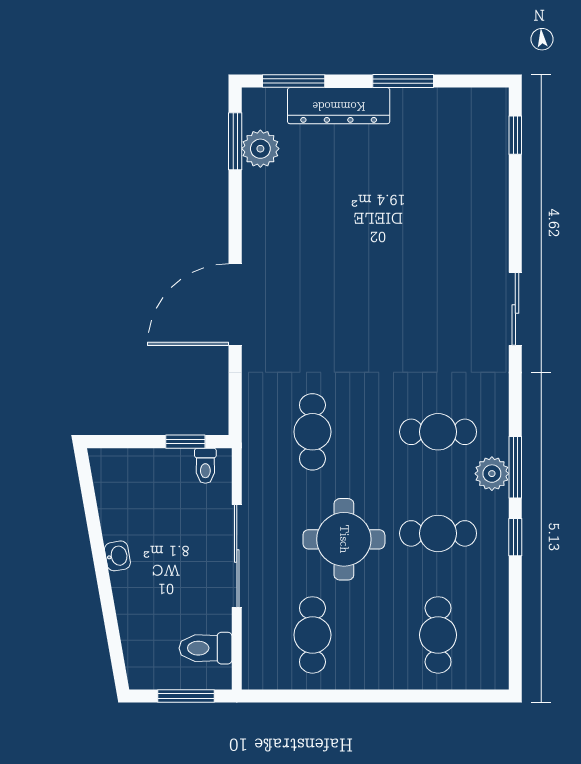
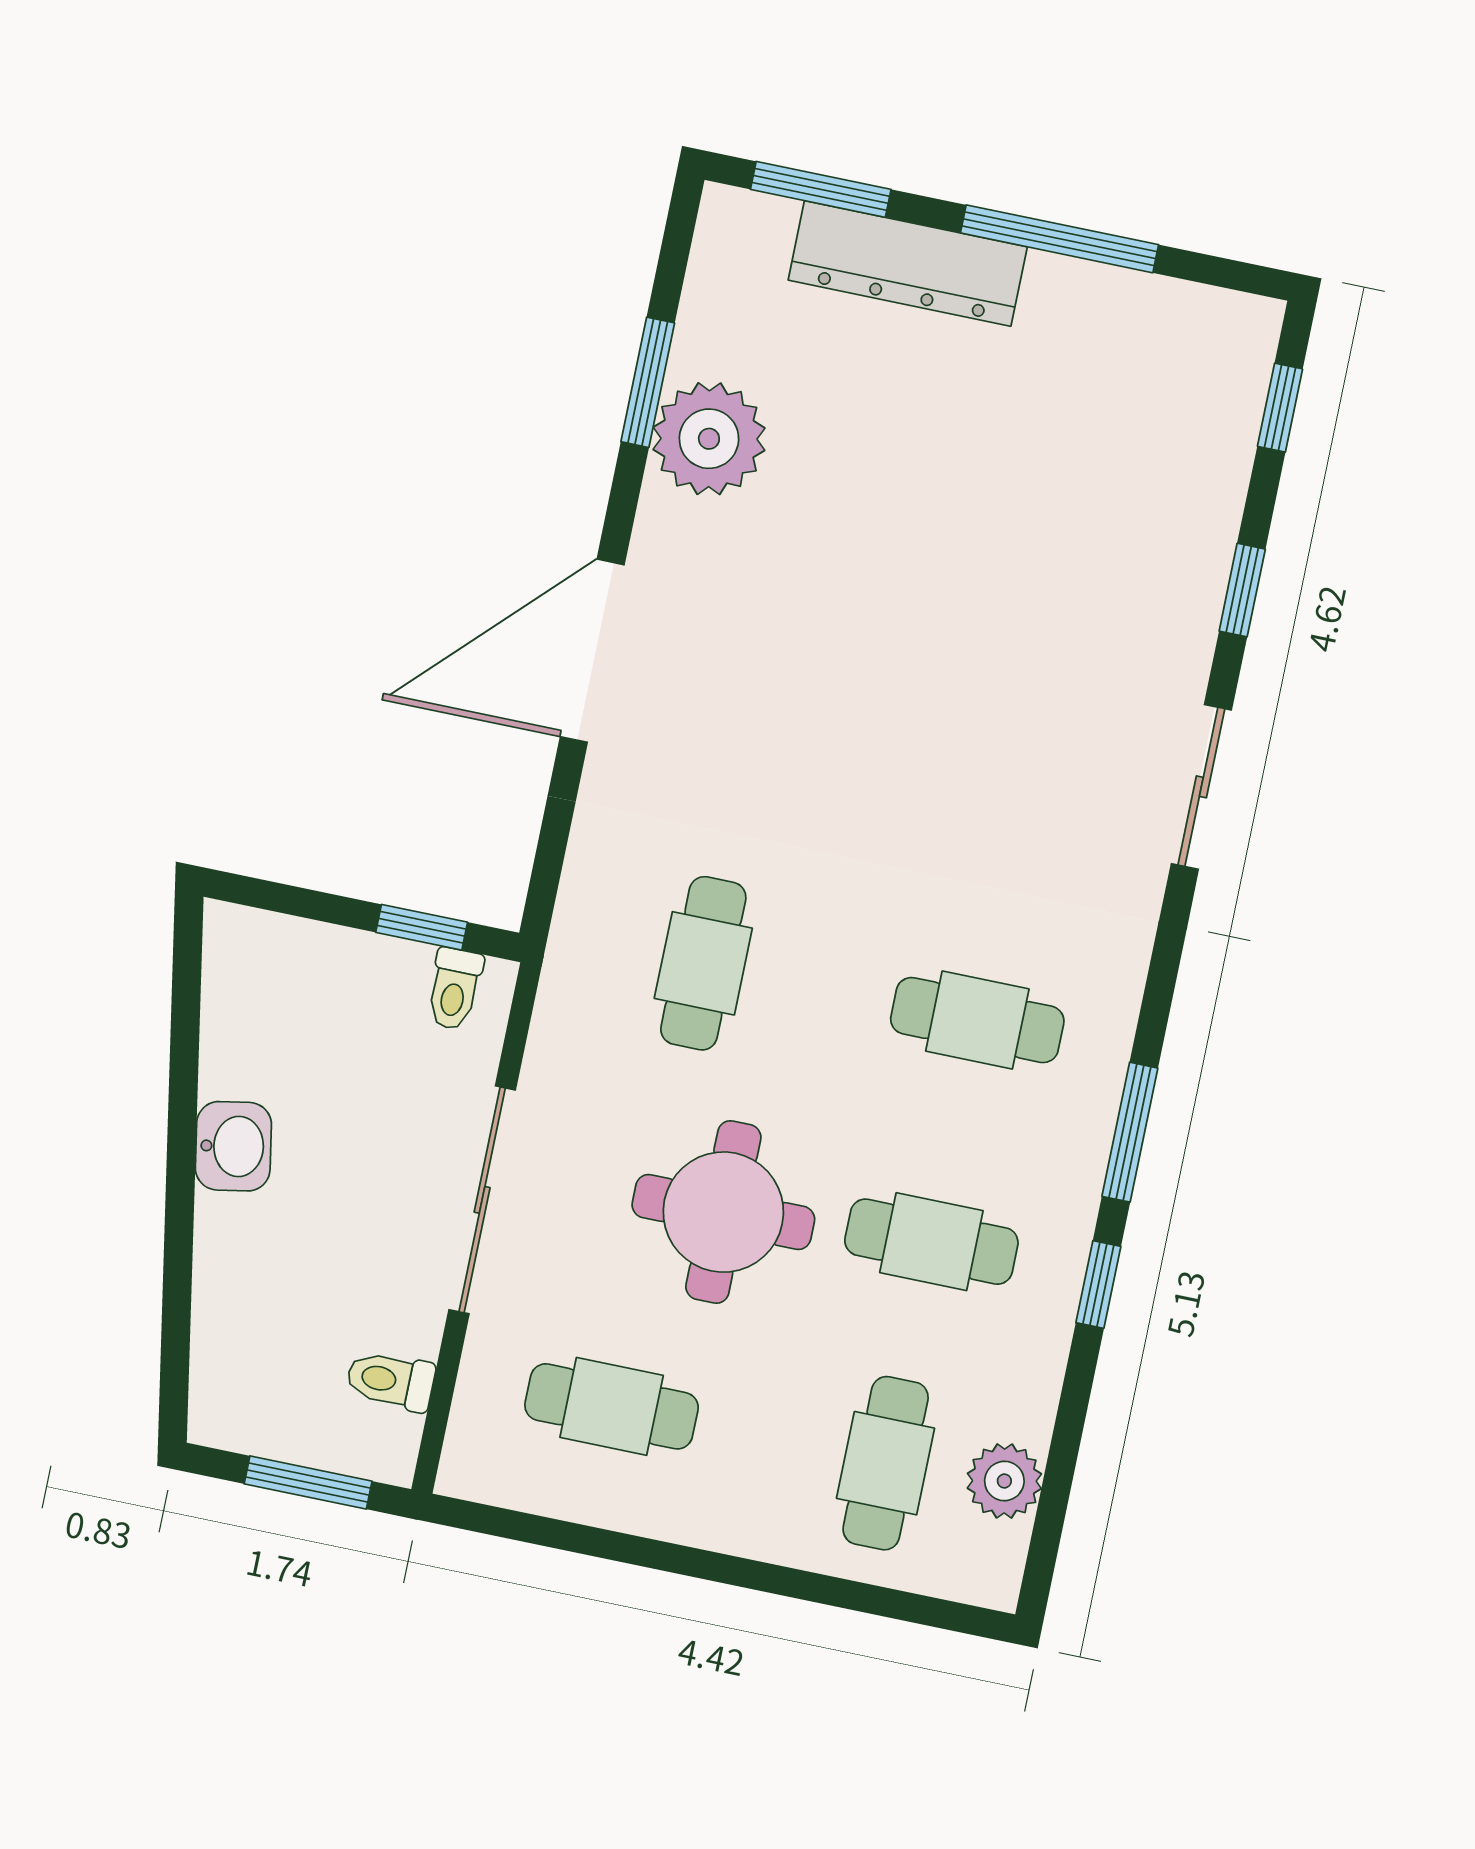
window: (403, 81) -> (1060, 239), width x1.44
window: (235, 141) -> (648, 382), moved
plant: (260, 149) -> (709, 439), moved, width x1.36, depth x1.36
window: (515, 219) -> (1242, 590), added
plant: (492, 474) -> (1004, 1481), moved
washbasin: (117, 556) -> (233, 1146), width x1.38, depth x1.45
cafe table: (312, 635) -> (612, 1406), turned 90
toilet: (206, 648) -> (390, 1381), width x0.73, depth x0.72

